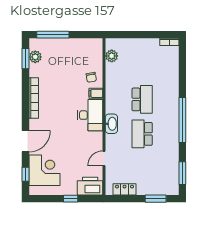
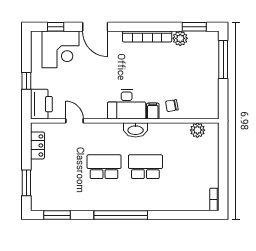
plant: (35, 57) -> (180, 38), moved
school desk: (142, 99) -> (145, 167), turned 180
washbasin: (111, 124) -> (136, 130), moved

